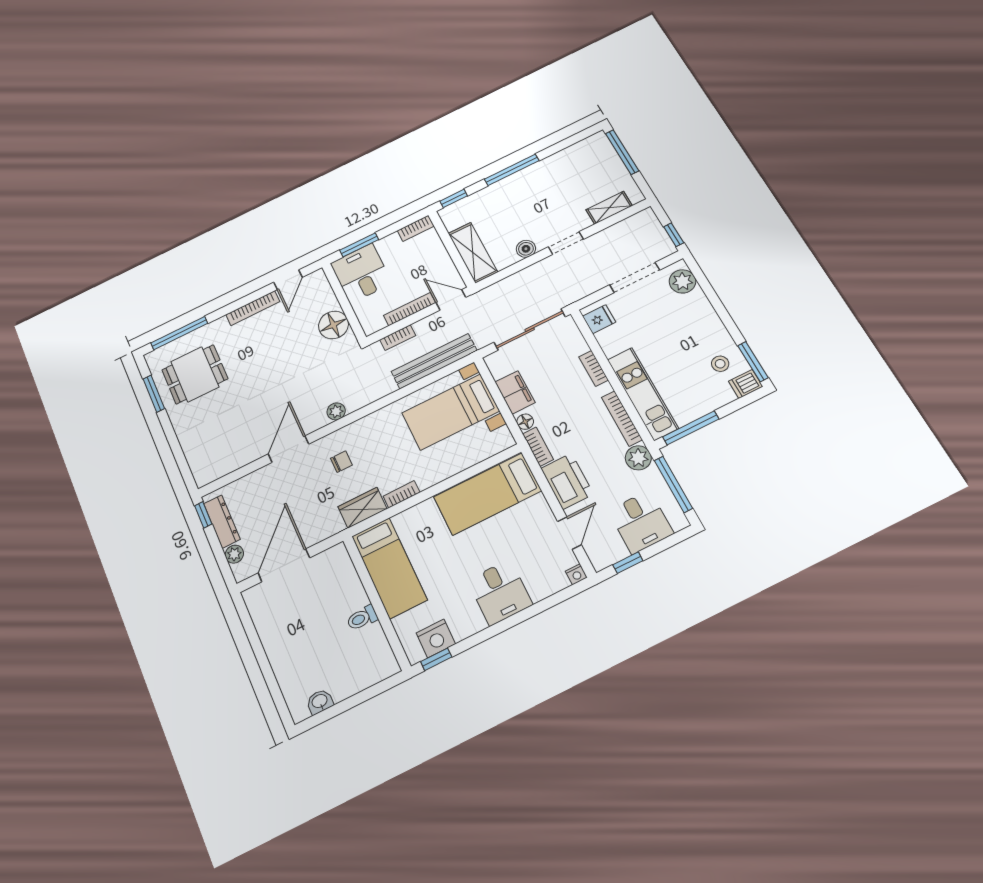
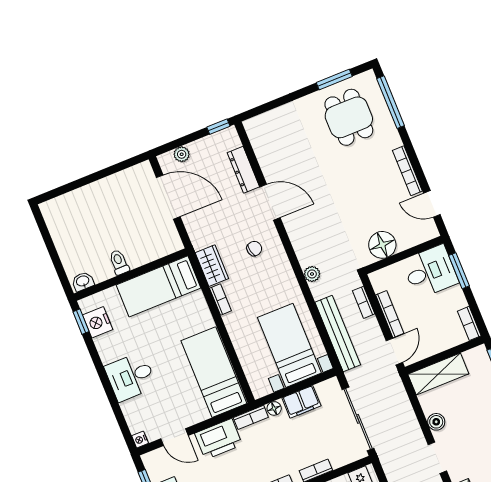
plant: (336, 411) -> (312, 274), moved
chair: (341, 462) -> (254, 249), turned -103
dresser: (222, 521) -> (243, 170), moved, turned 90
washbasin: (320, 702) -> (83, 281), moved, turned -90

